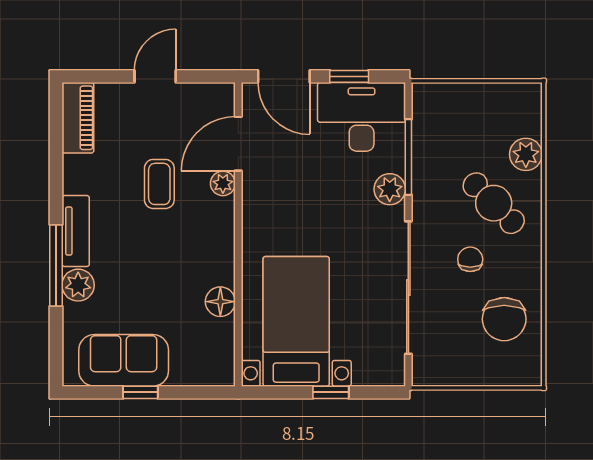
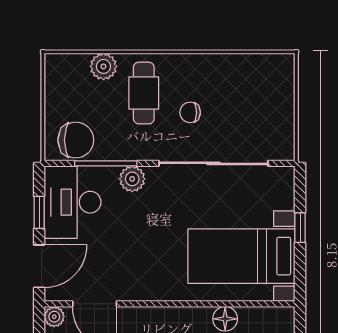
plant: (223, 183) -> (54, 317), moved
cafe table: (494, 203) -> (144, 93), turned -45
chair: (504, 319) -> (76, 140), moved

